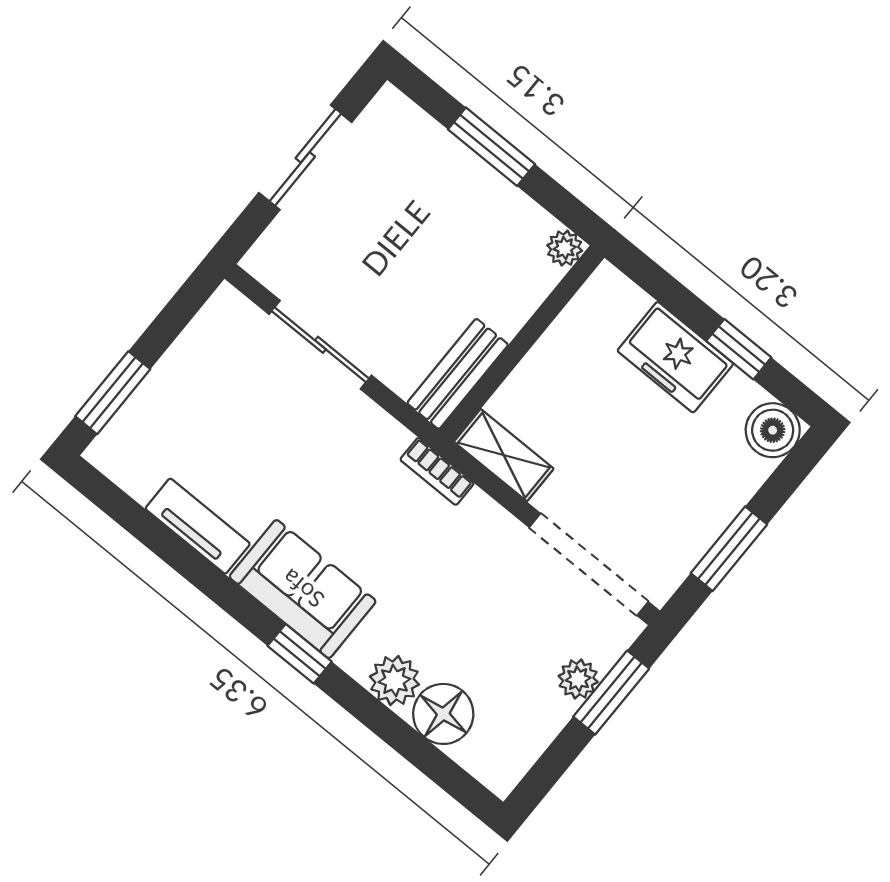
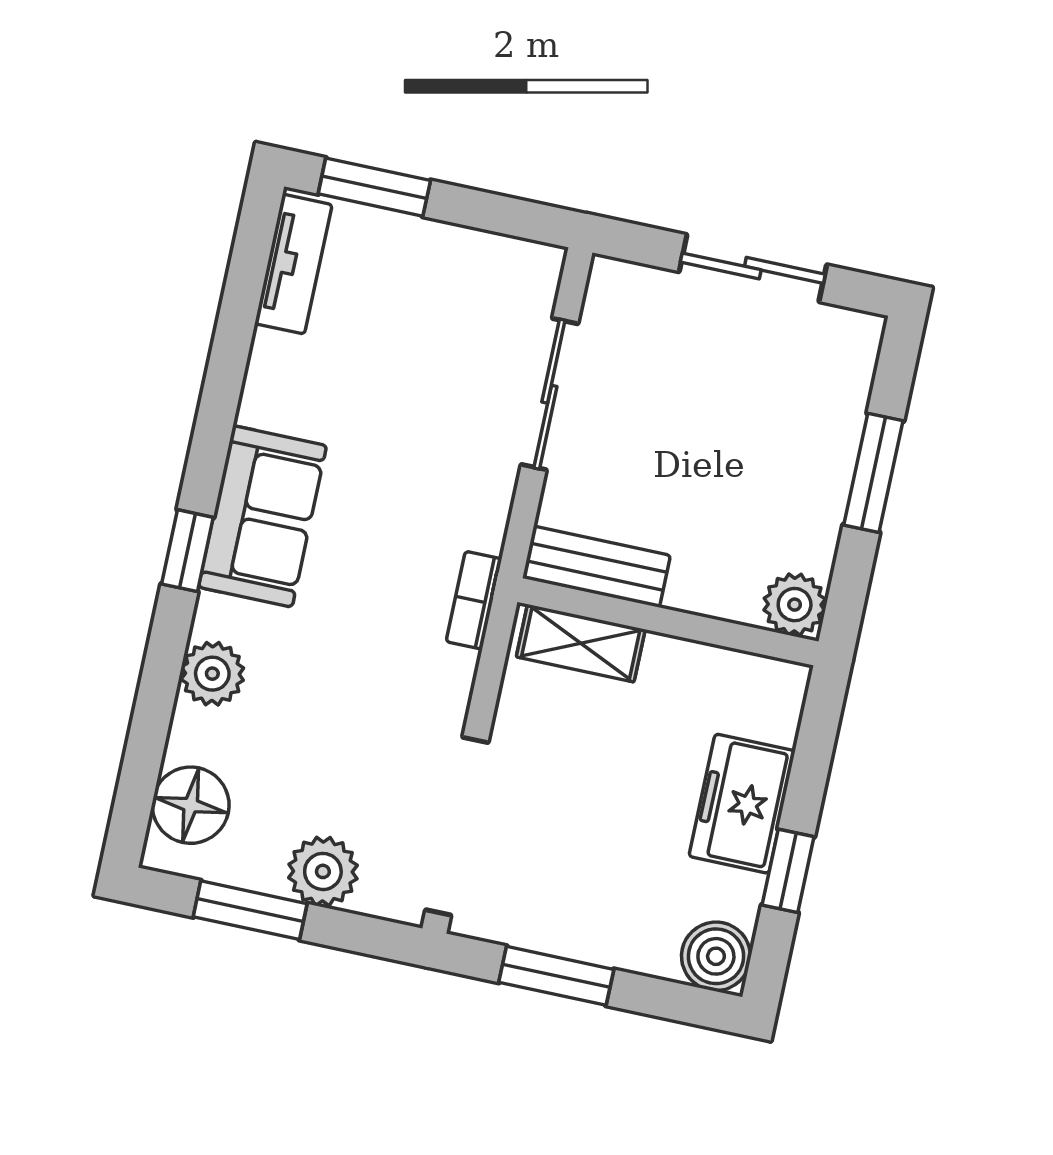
plant: (565, 248) -> (795, 605), width x1.38, depth x1.38
shelving: (504, 455) -> (581, 643), moved, turned 90
tv unit: (198, 526) -> (293, 264), moved
plant: (578, 679) -> (323, 871), width x1.38, depth x1.38
window: (611, 693) -> (250, 910), moved
floor lamp: (443, 714) -> (191, 805), moved

